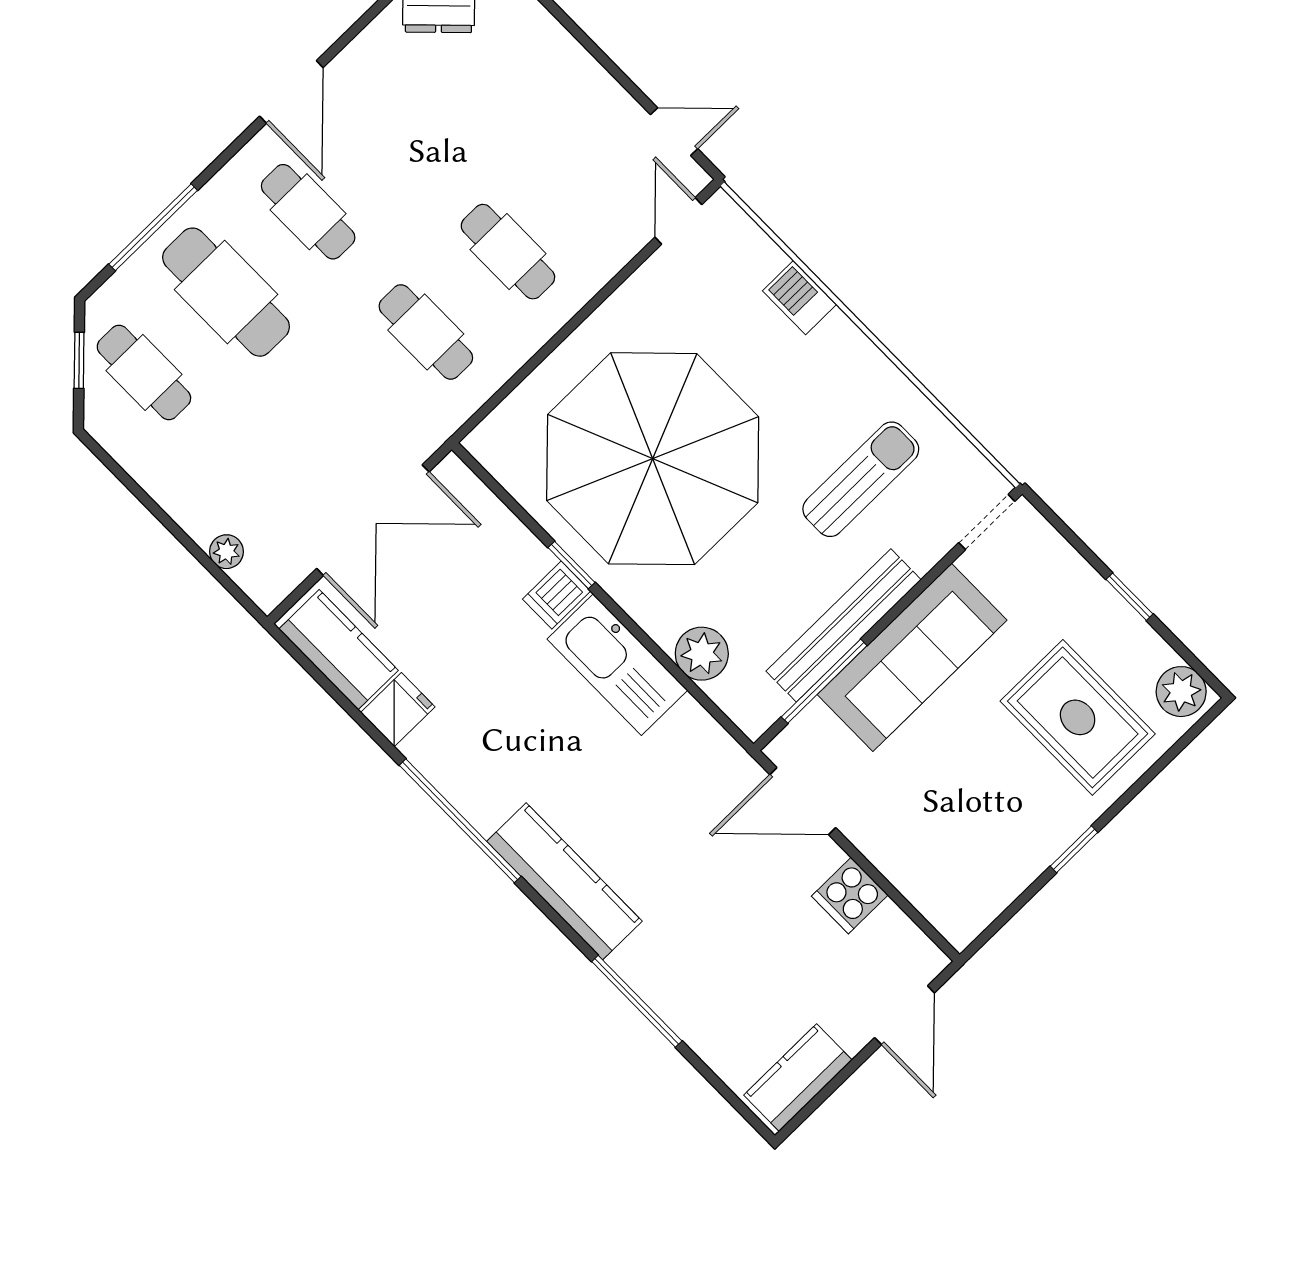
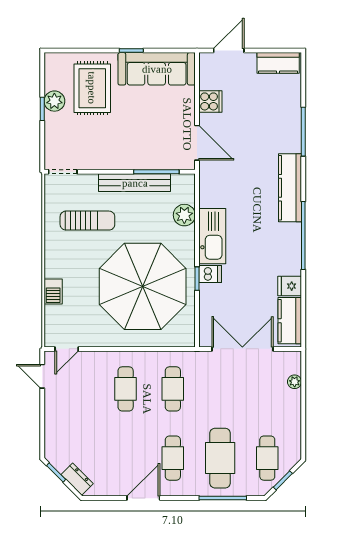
sun lounger: (861, 479) -> (87, 221), turned 180
sofa: (912, 657) -> (157, 69), moved, turned 180
plant: (1181, 692) -> (54, 101), moved

